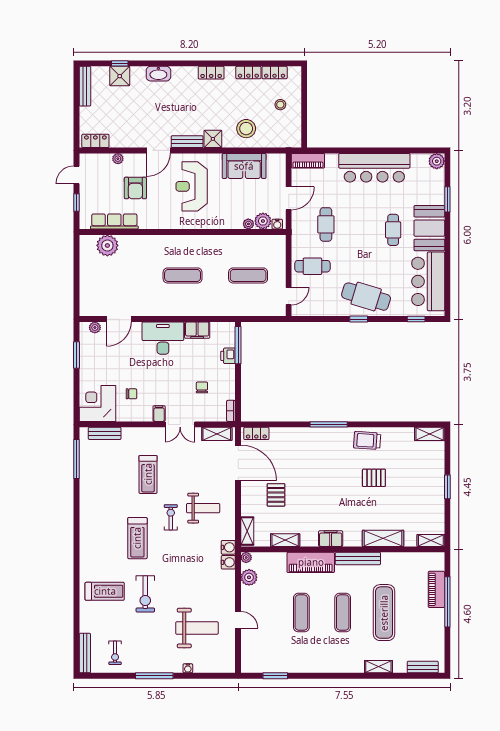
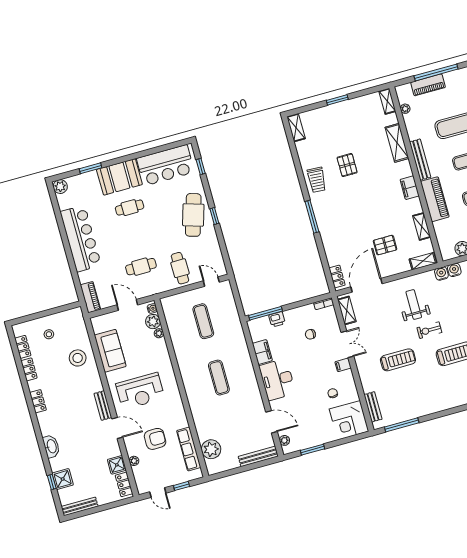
shower: (213, 139) -> (117, 465), moved
bench: (85, 294) -> (258, 456), added
plant: (246, 558) -> (405, 109), moved

